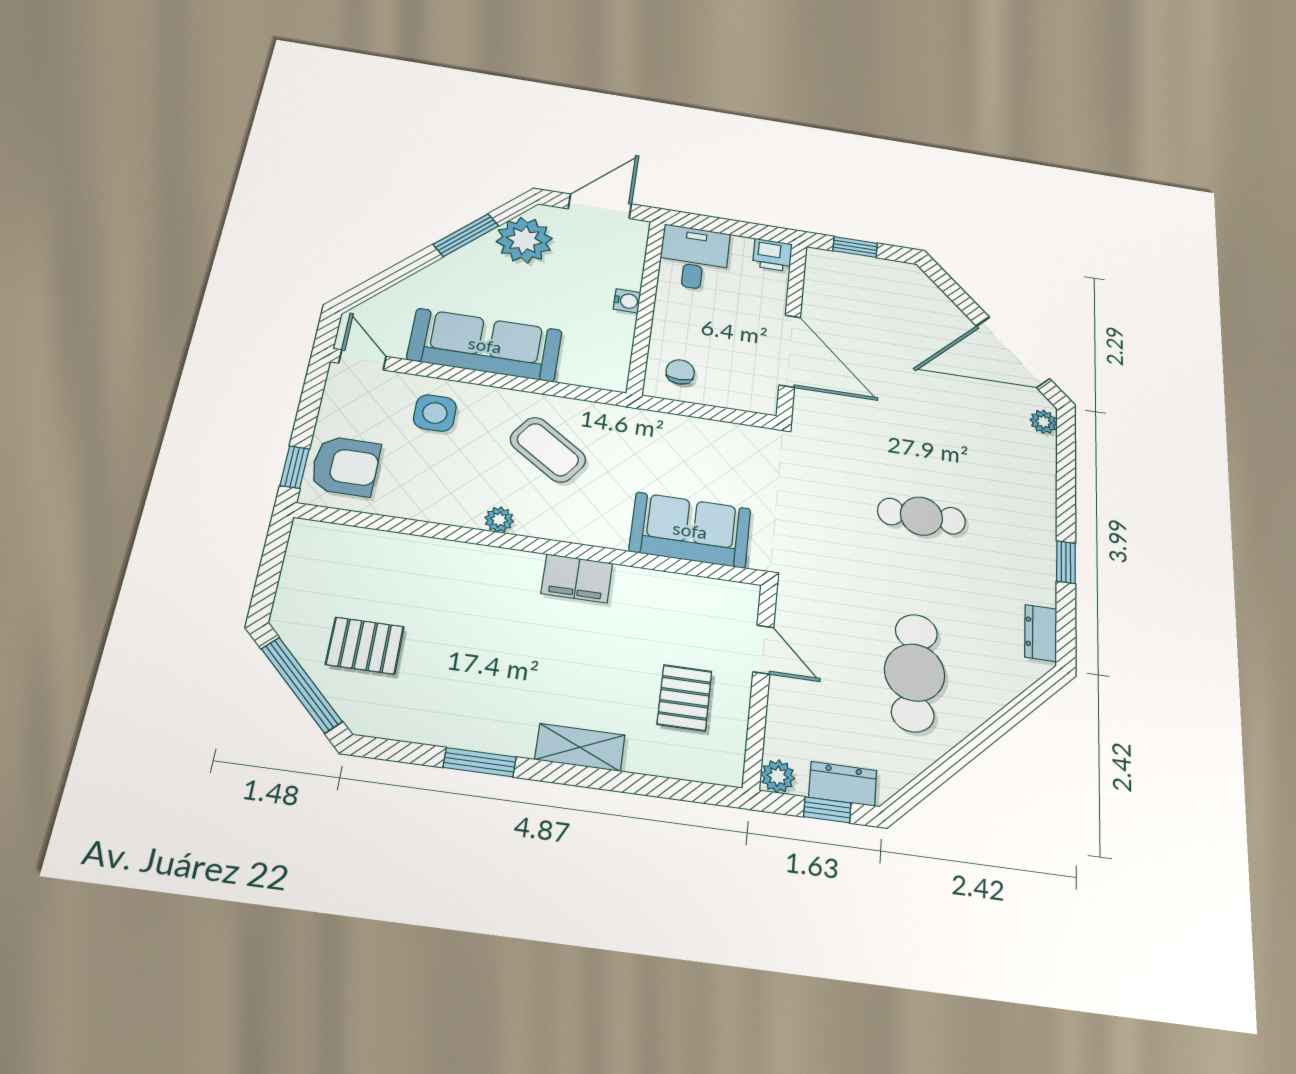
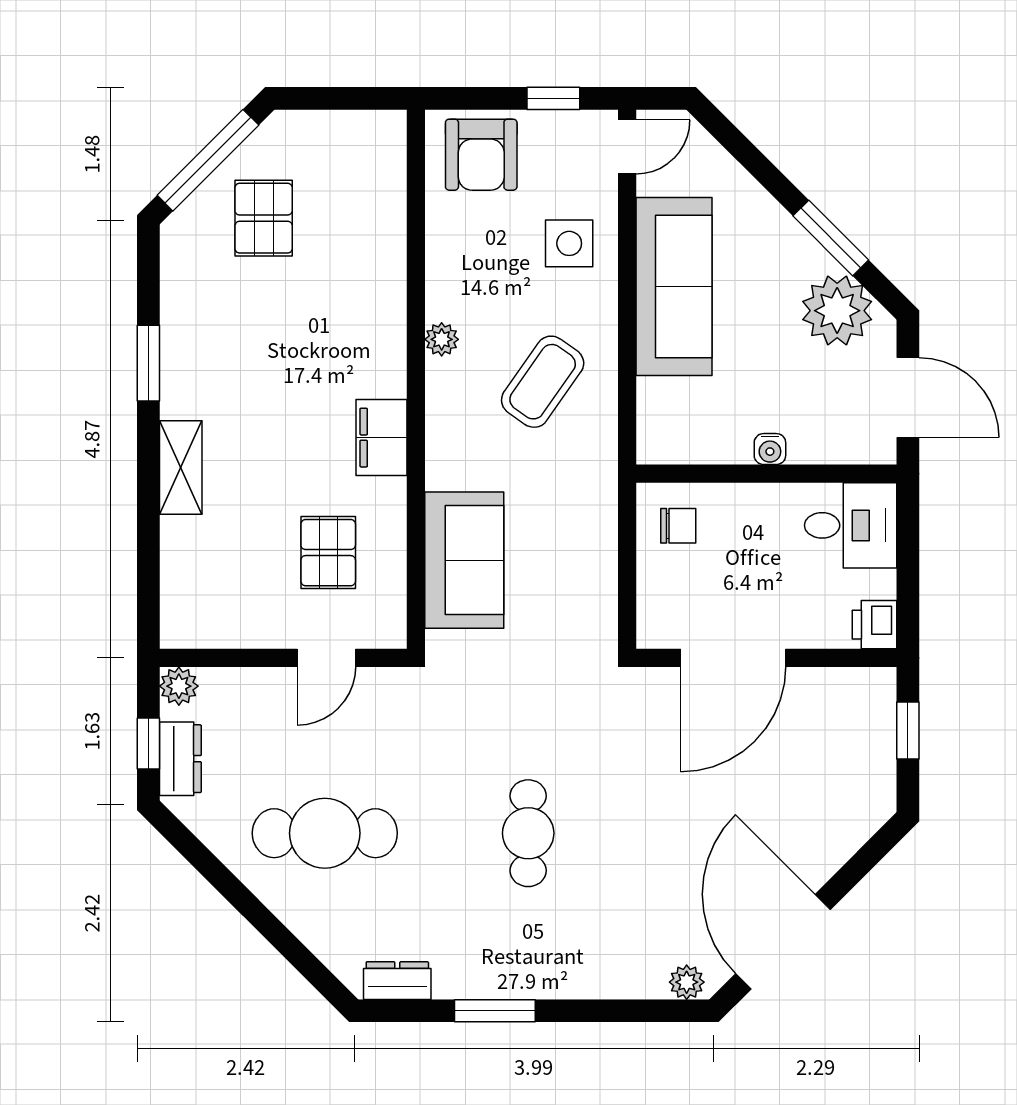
window: (295, 467) -> (553, 98), moved
window: (1066, 562) -> (495, 1011), width x1.50
pallet: (684, 698) -> (328, 553), moved, turned 90

